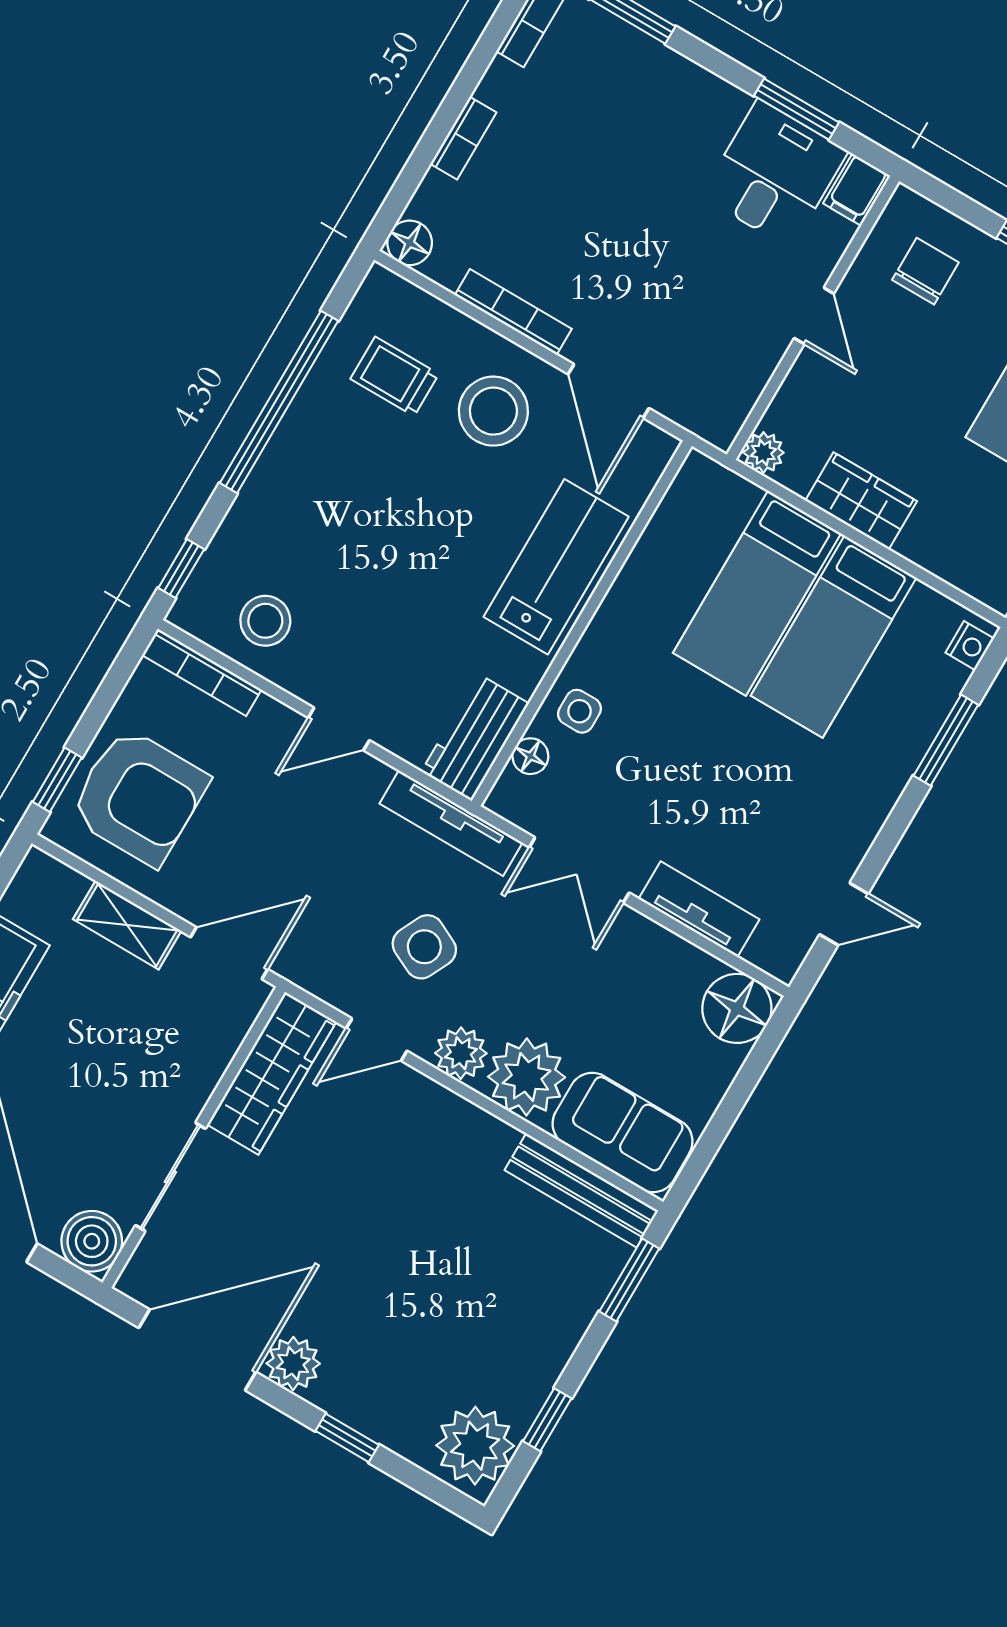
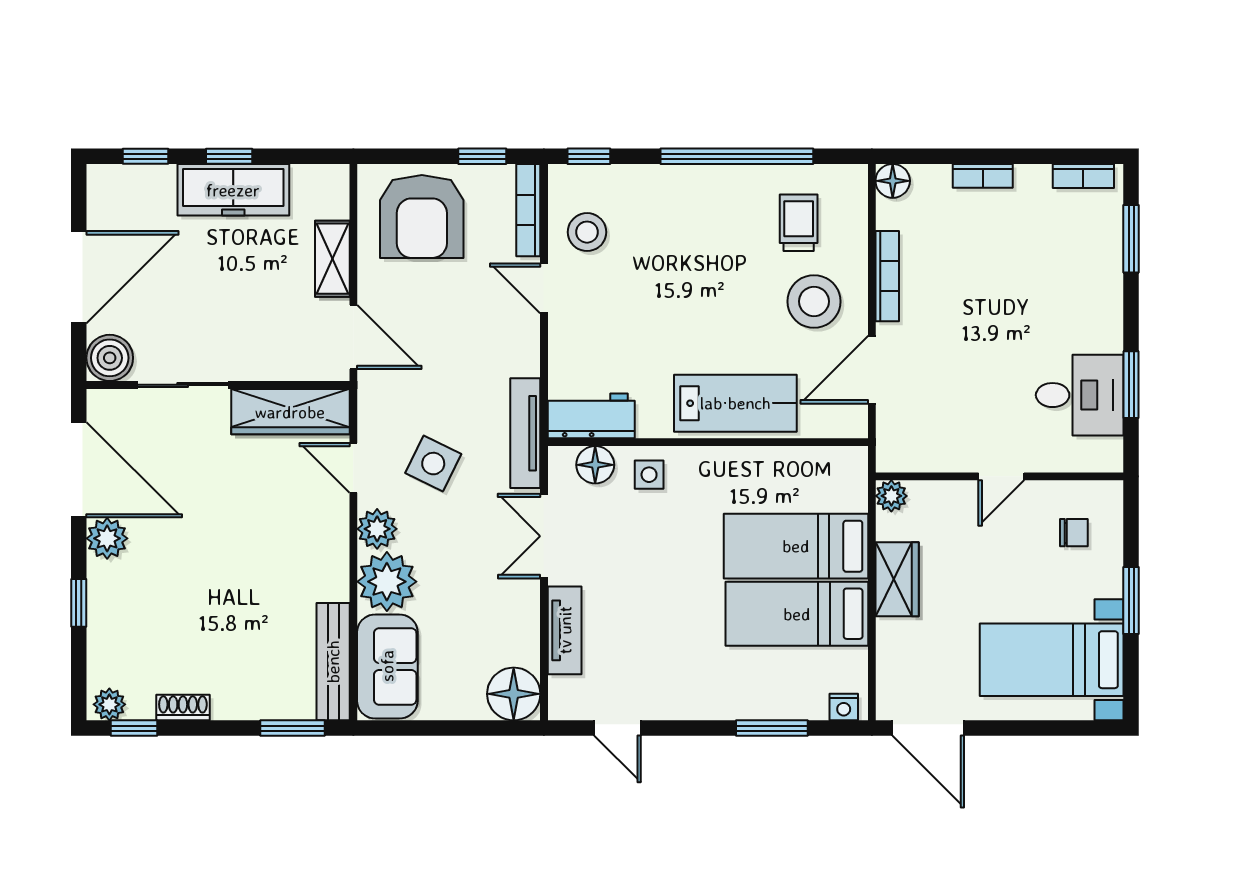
filing cabinet: (856, 189) -> (1101, 455), removed
chair: (925, 271) -> (1074, 533), width x0.73, depth x0.73
door: (339, 729) -> (544, 288), moved
floor lamp: (530, 756) -> (595, 465), width x1.37, depth x1.37
window: (57, 780) -> (482, 156), moved
shoe rack: (534, 1390) -> (183, 708), added
window: (547, 1420) -> (134, 728), moved
plant: (475, 1446) -> (109, 704), width x0.53, depth x0.53

